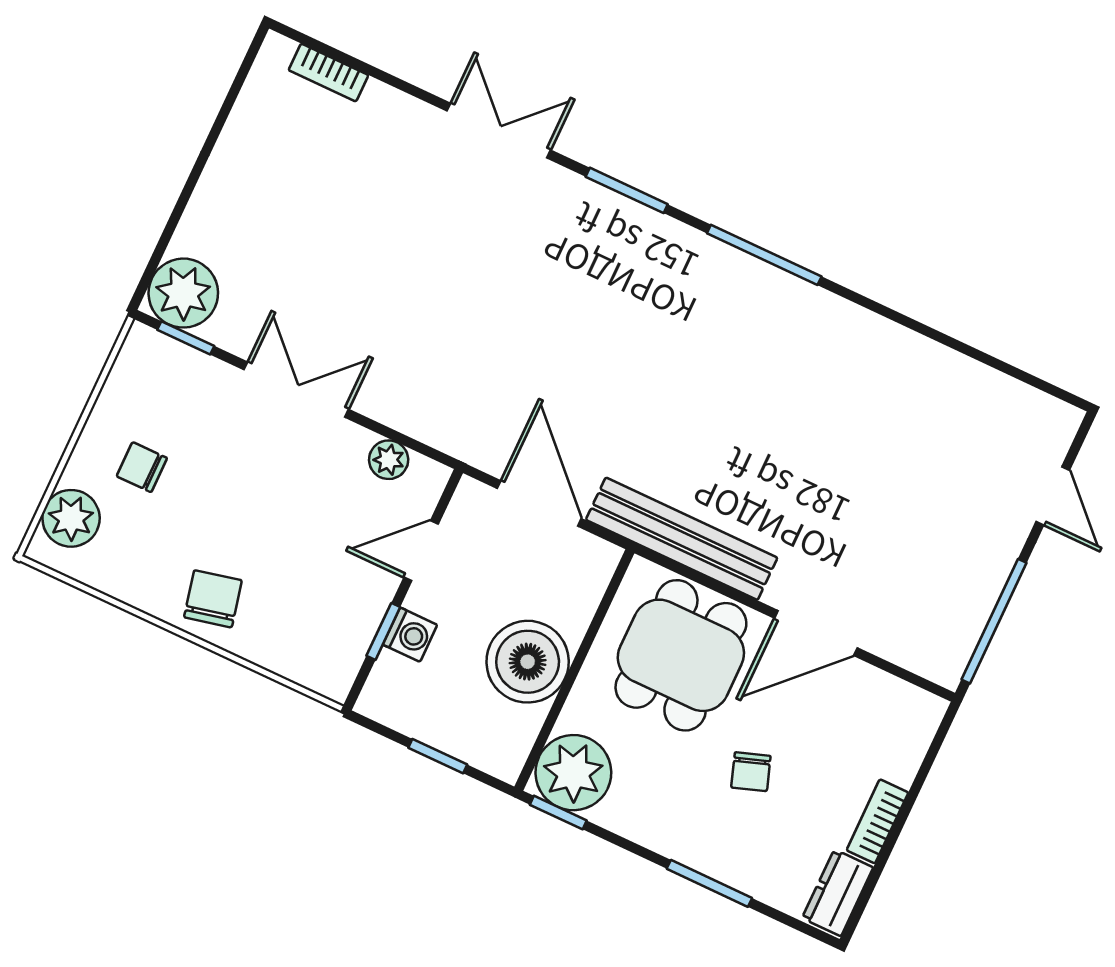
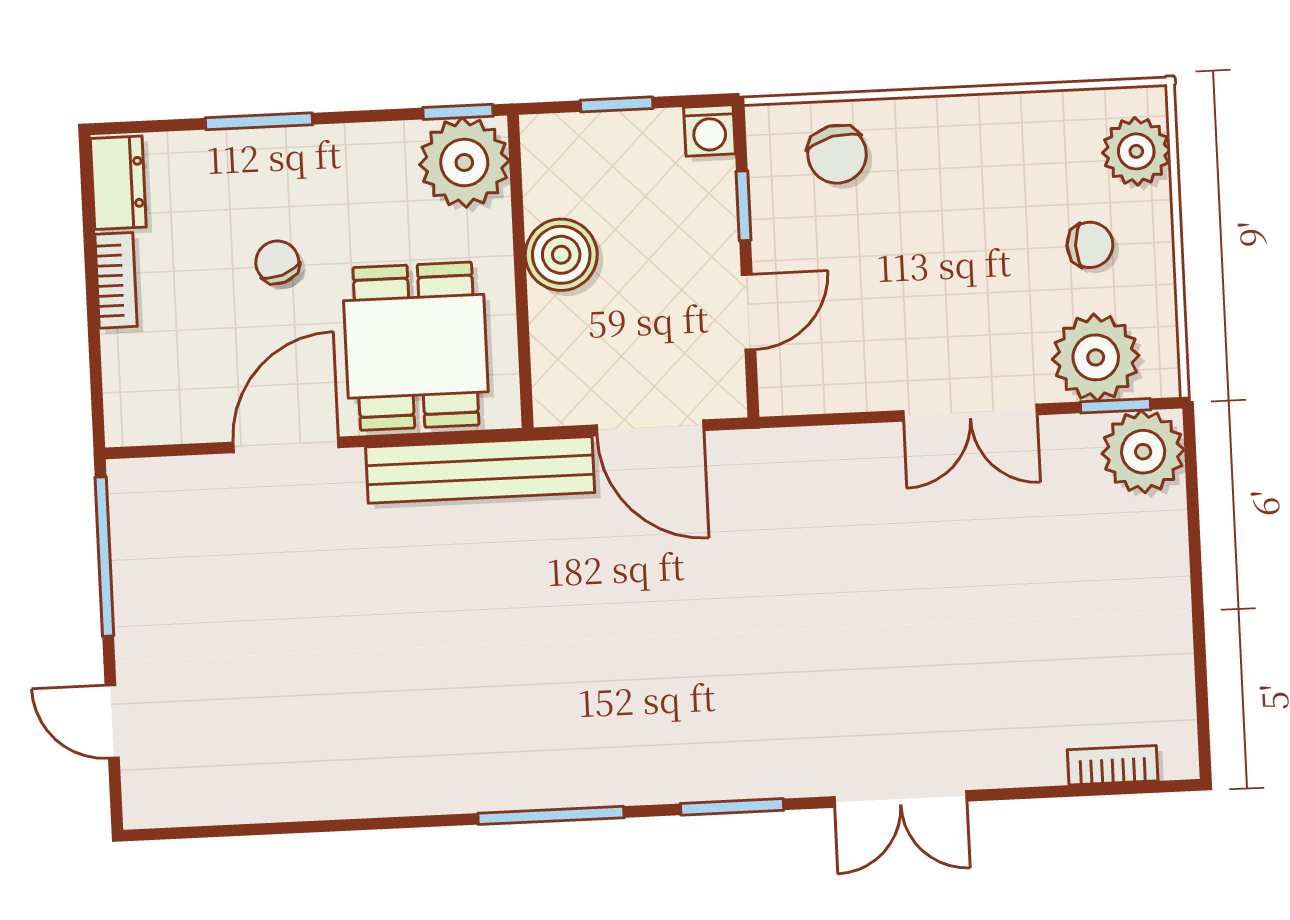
plant: (389, 460) -> (1096, 357), moved, width x1.87, depth x1.87
chair: (213, 599) -> (837, 154), moved
washing machine: (410, 635) -> (709, 130), moved, turned -90
boiler: (528, 662) -> (561, 255), width x0.73, depth x0.73

